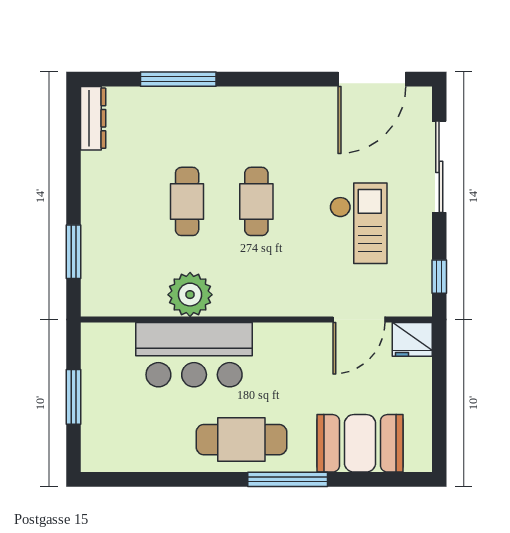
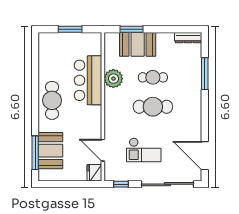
sliding door: (439, 167) -> (168, 184), width x1.36
cafe table: (256, 201) -> (153, 107), width x1.37, depth x1.35
booth: (109, 238) -> (138, 44), added
window: (288, 479) -> (35, 153), moved

